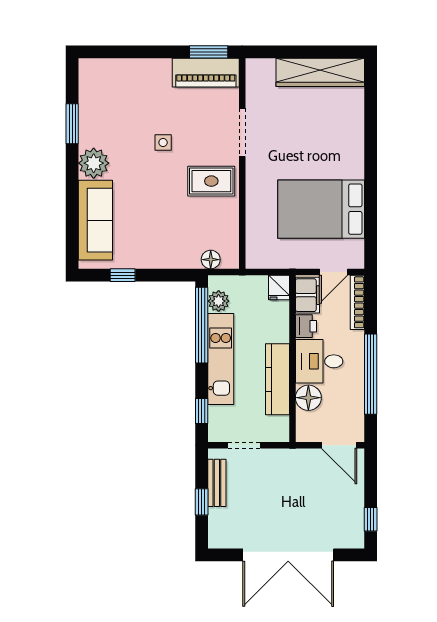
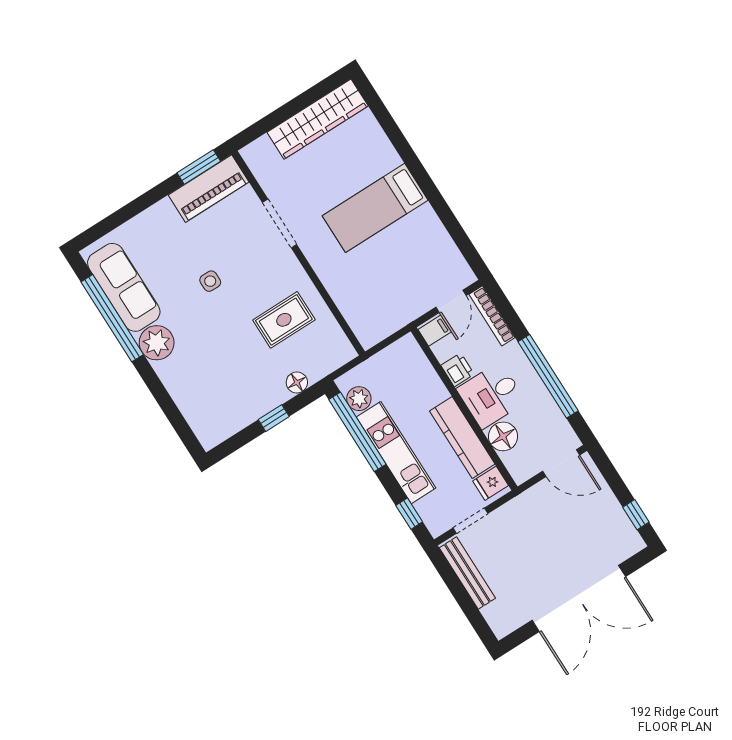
window: (72, 124) -> (112, 318), width x2.11
rug: (211, 181) -> (284, 320), moved
bed: (321, 209) -> (375, 208), moved, width x0.67
sofa: (95, 220) -> (124, 287), moved
floor lamp: (211, 260) -> (297, 382), moved
window: (123, 275) -> (274, 418), moved
fridge: (279, 287) -> (491, 483), moved, turned 90
filing cabinet: (307, 295) -> (435, 331), width x0.50
bench: (217, 483) -> (467, 573), width x1.36
window: (202, 502) -> (464, 600), removed

